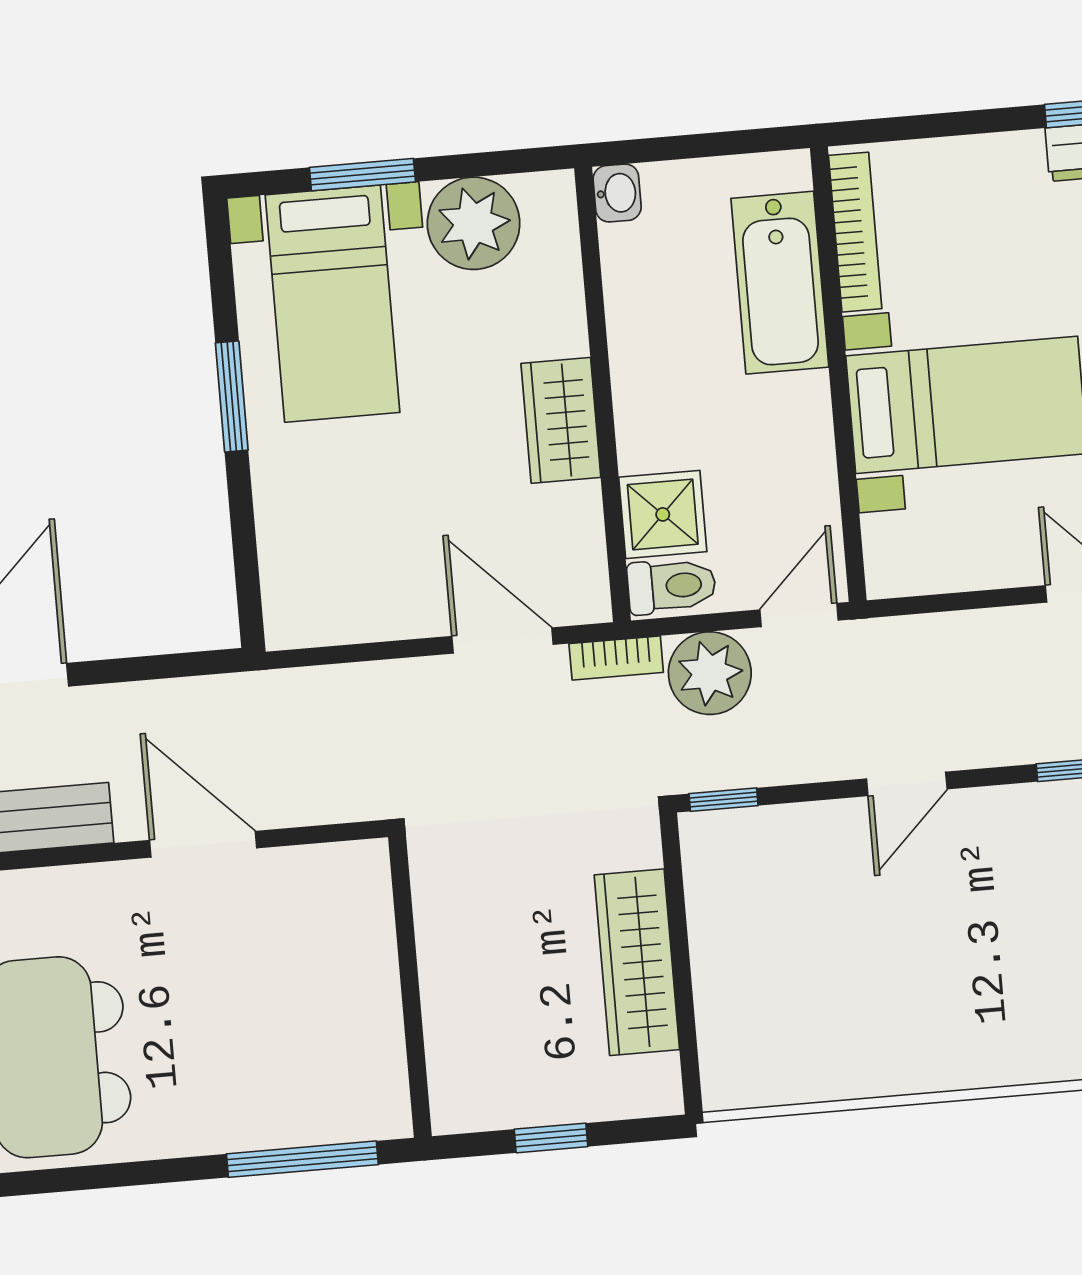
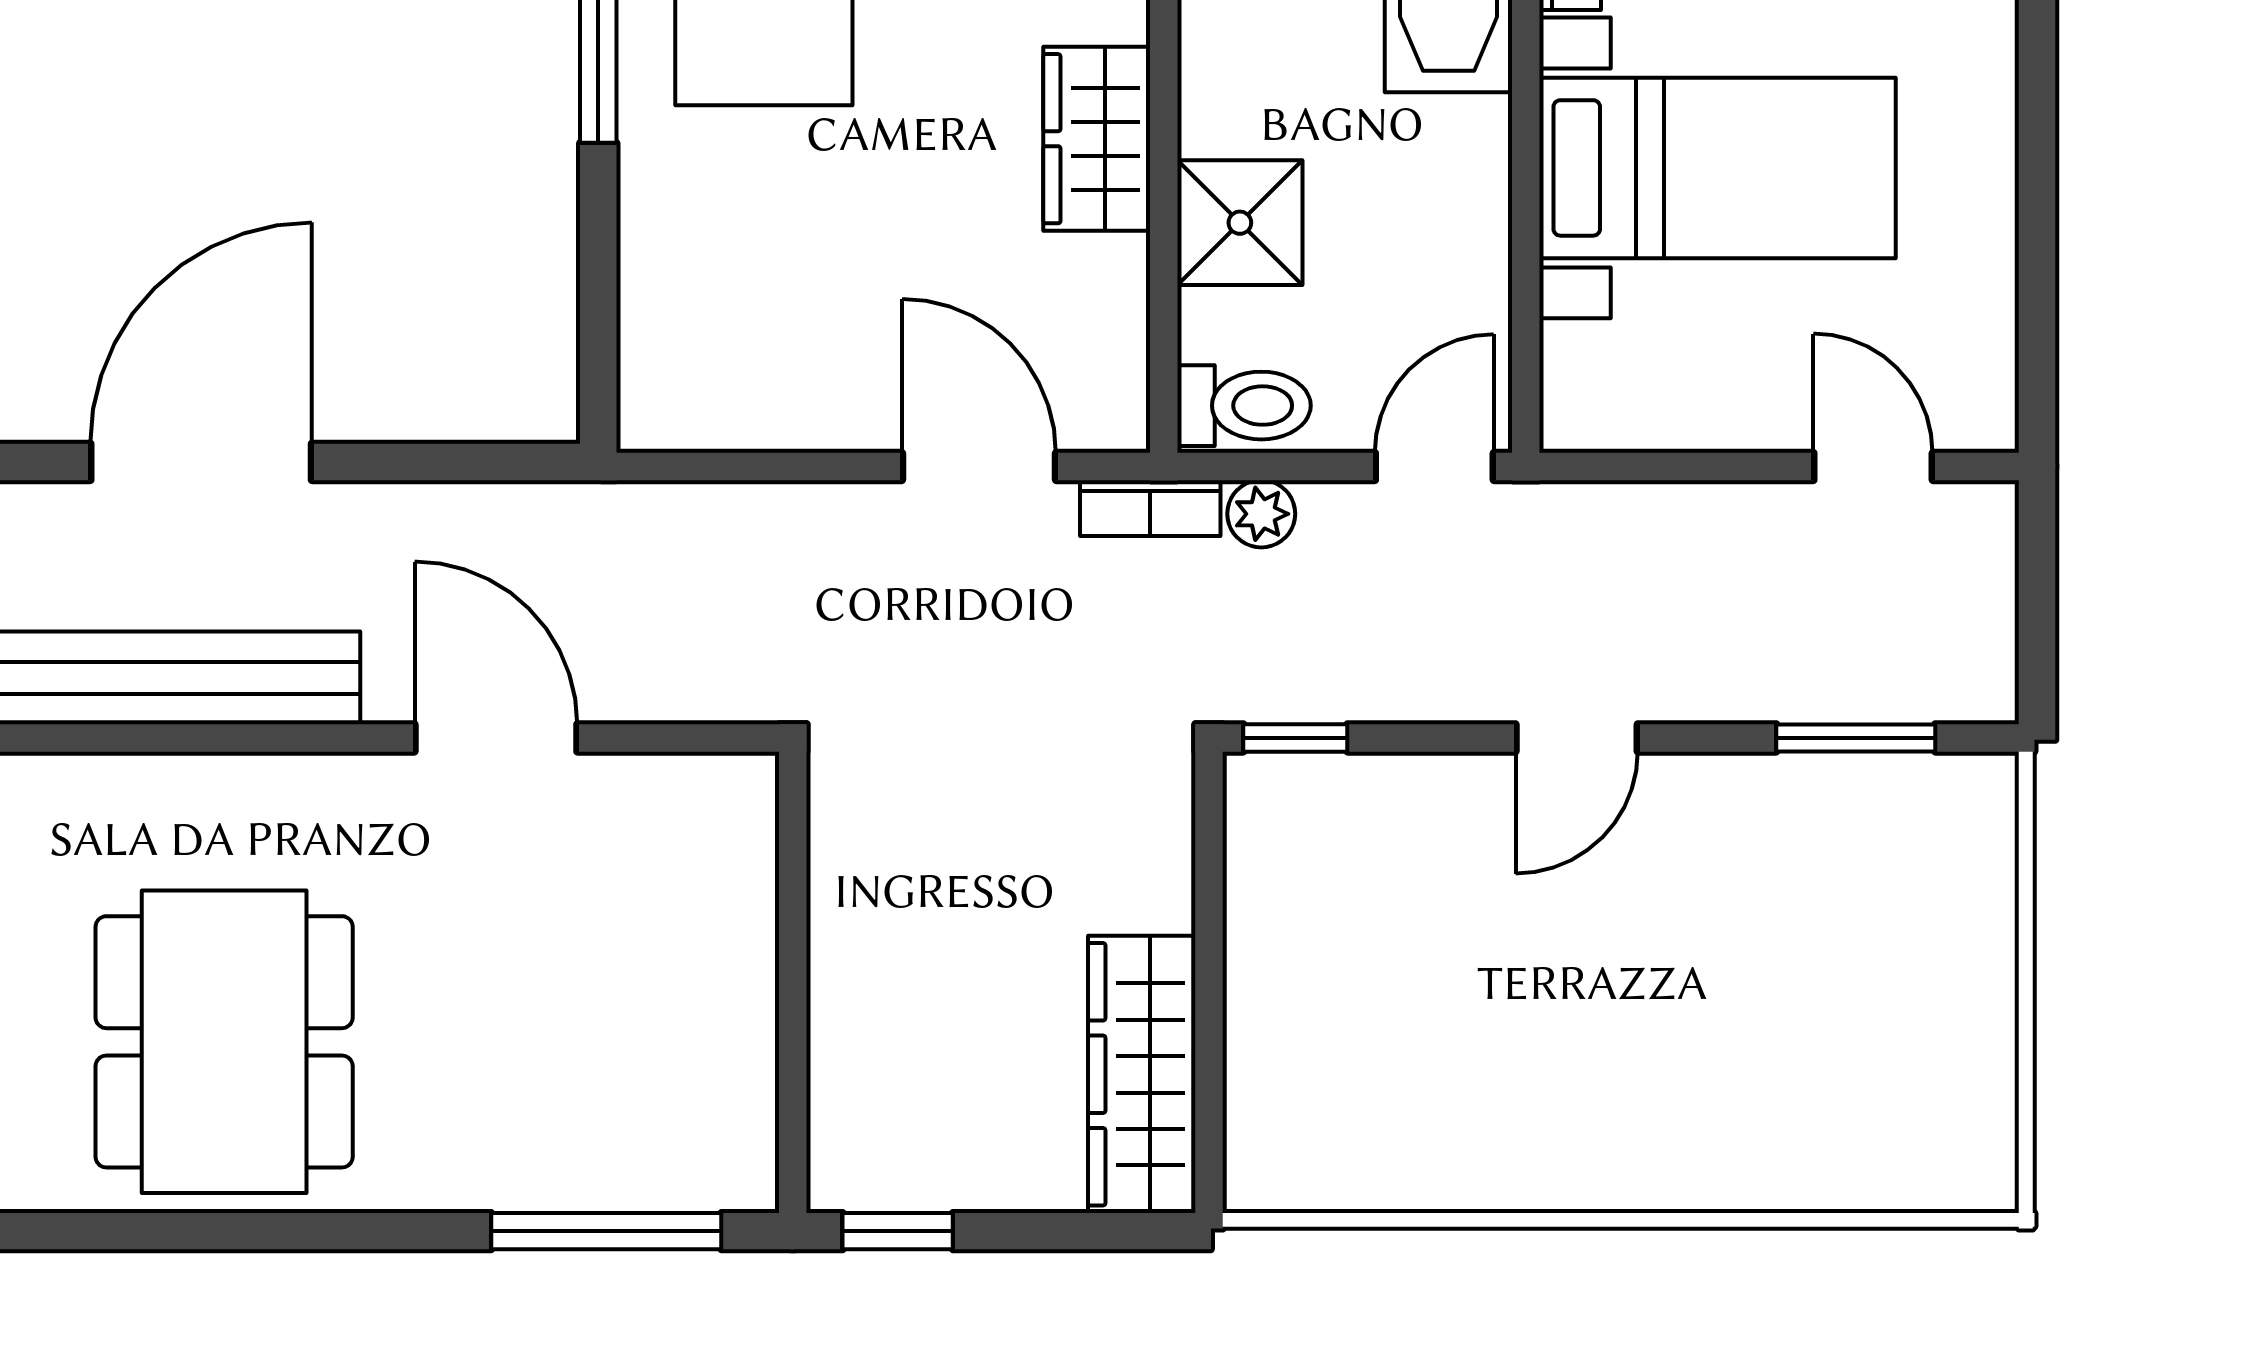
shower: (663, 514) -> (1240, 223), moved
plant: (710, 673) -> (1261, 514), width x0.53, depth x0.53
wardrobe: (637, 962) -> (1142, 1074), moved
window: (551, 1138) -> (898, 1231), moved

